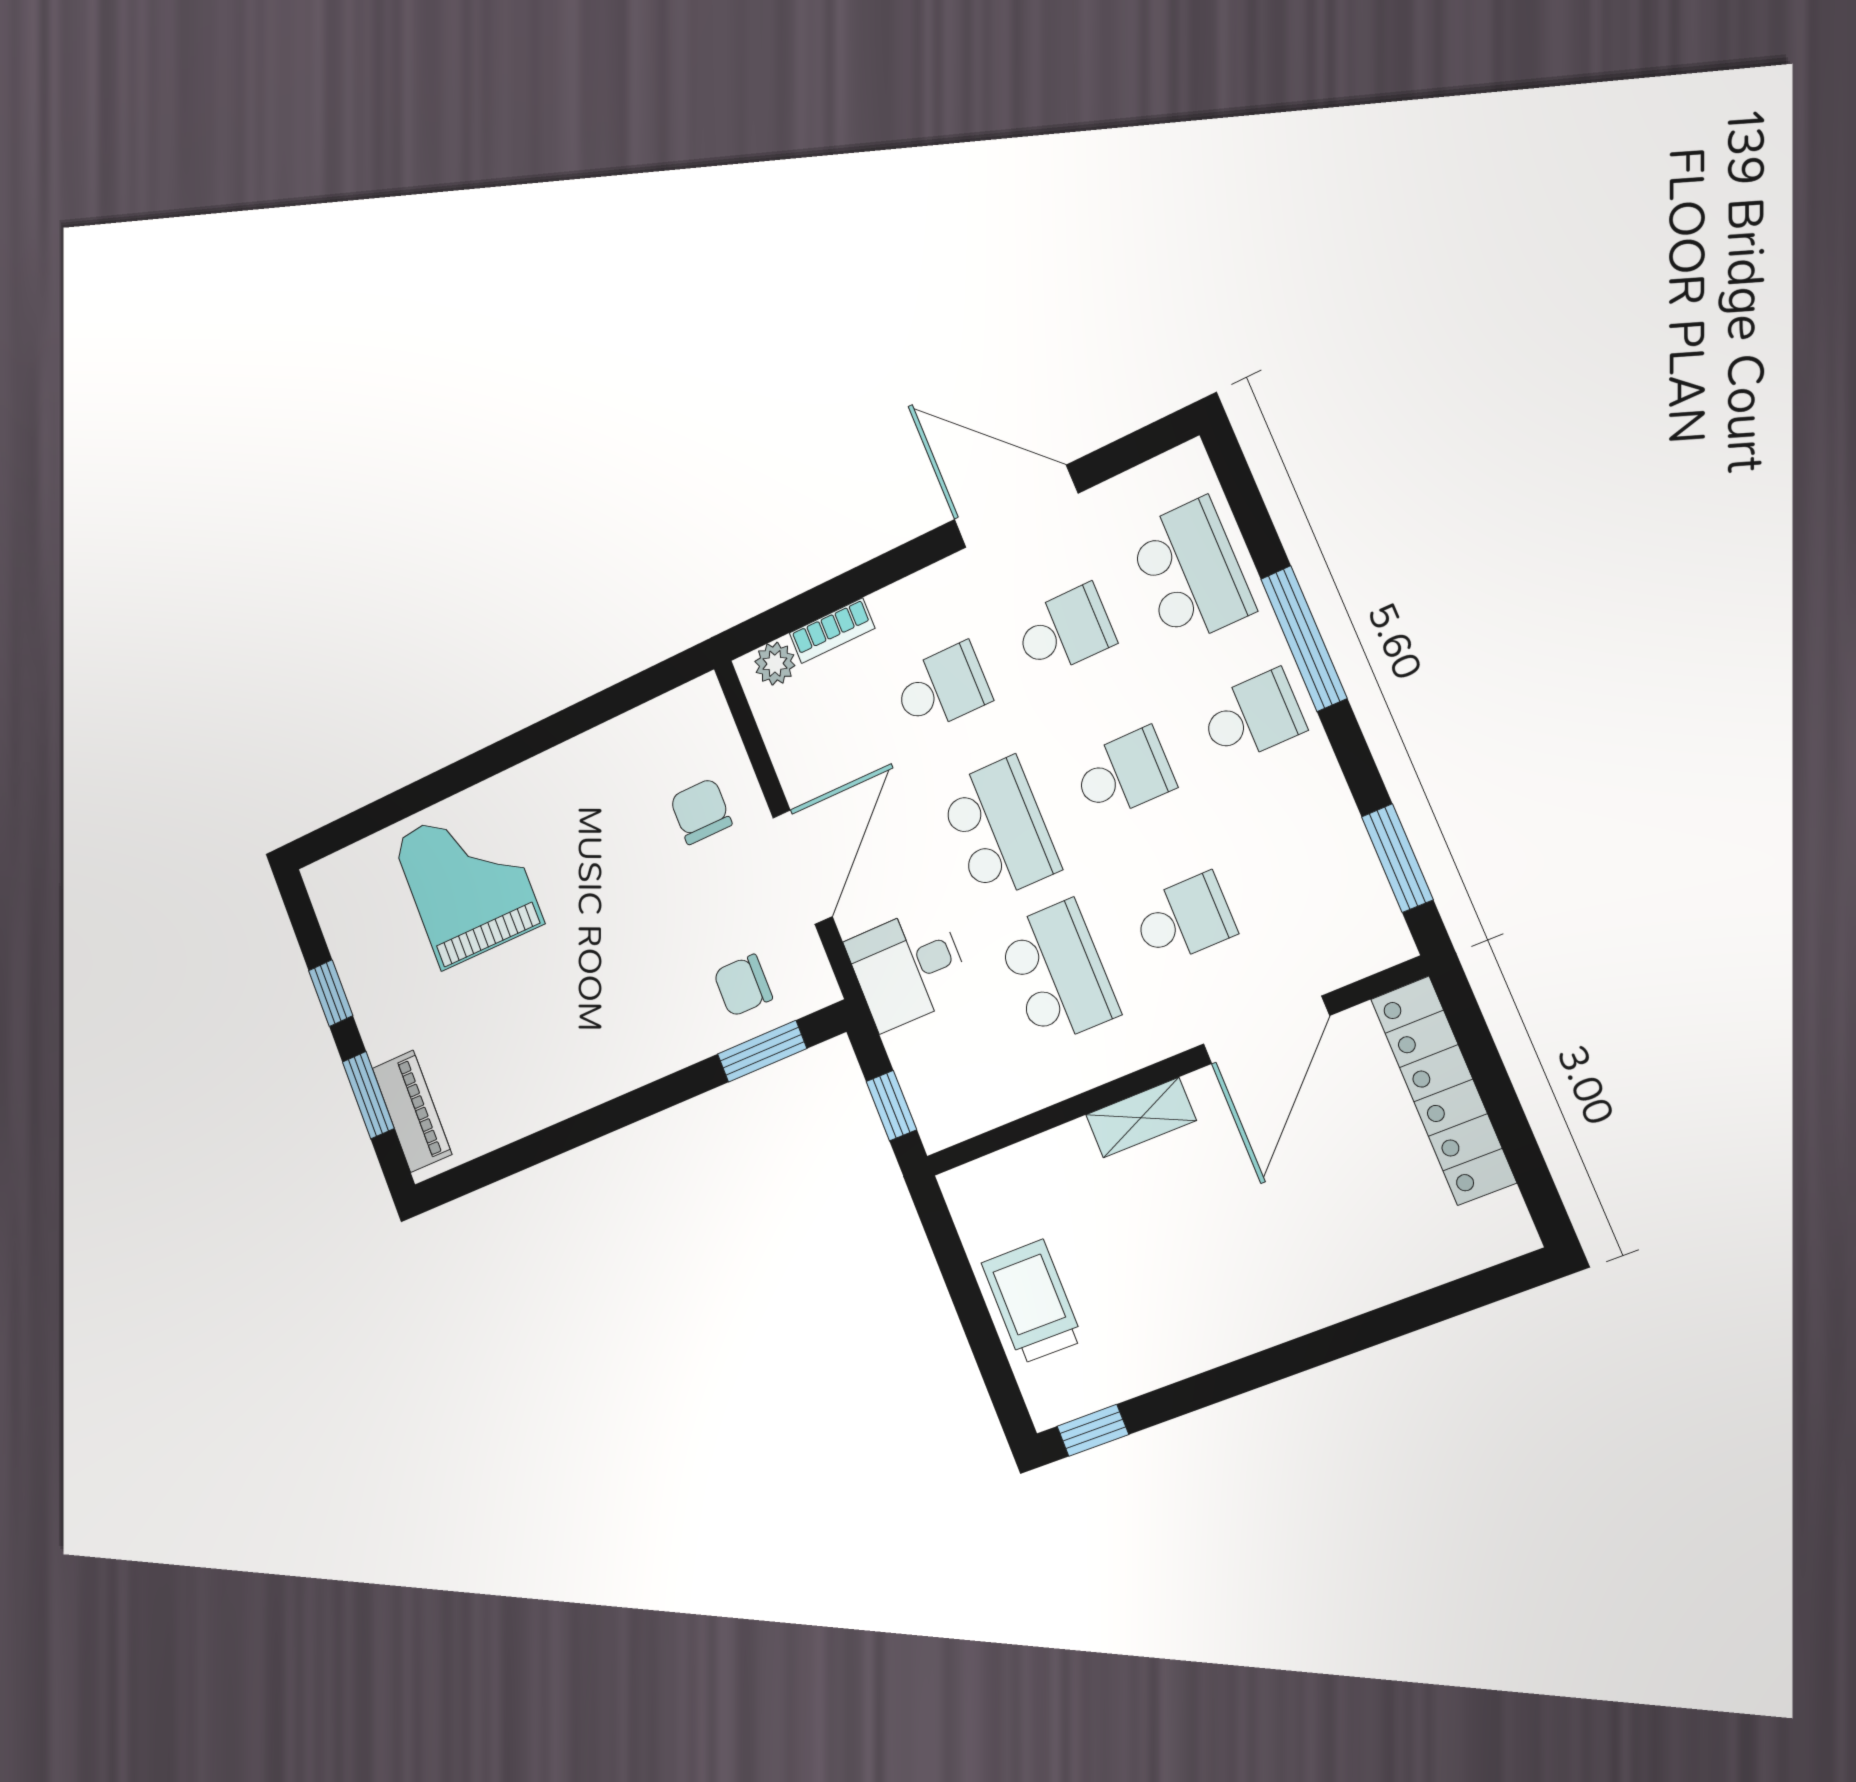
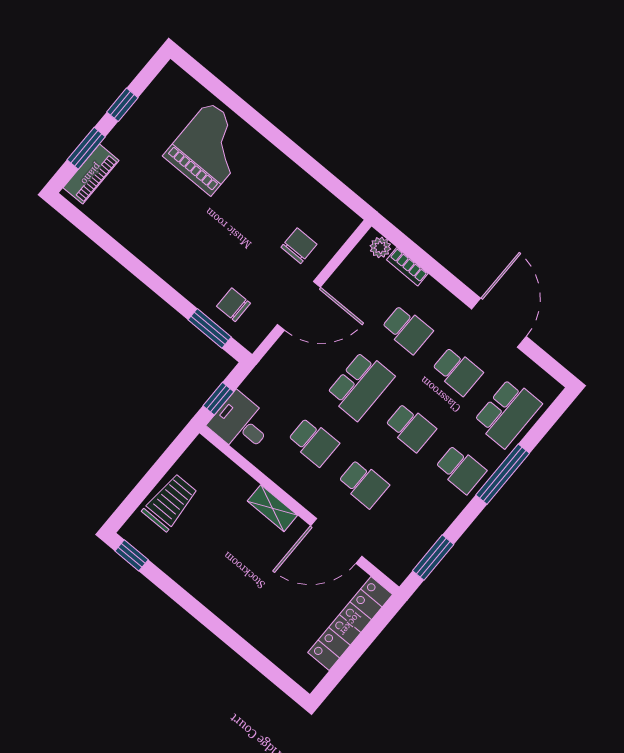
desk: (908, 968) -> (241, 424), moved
school desk: (1057, 973) -> (313, 442), width x0.54

